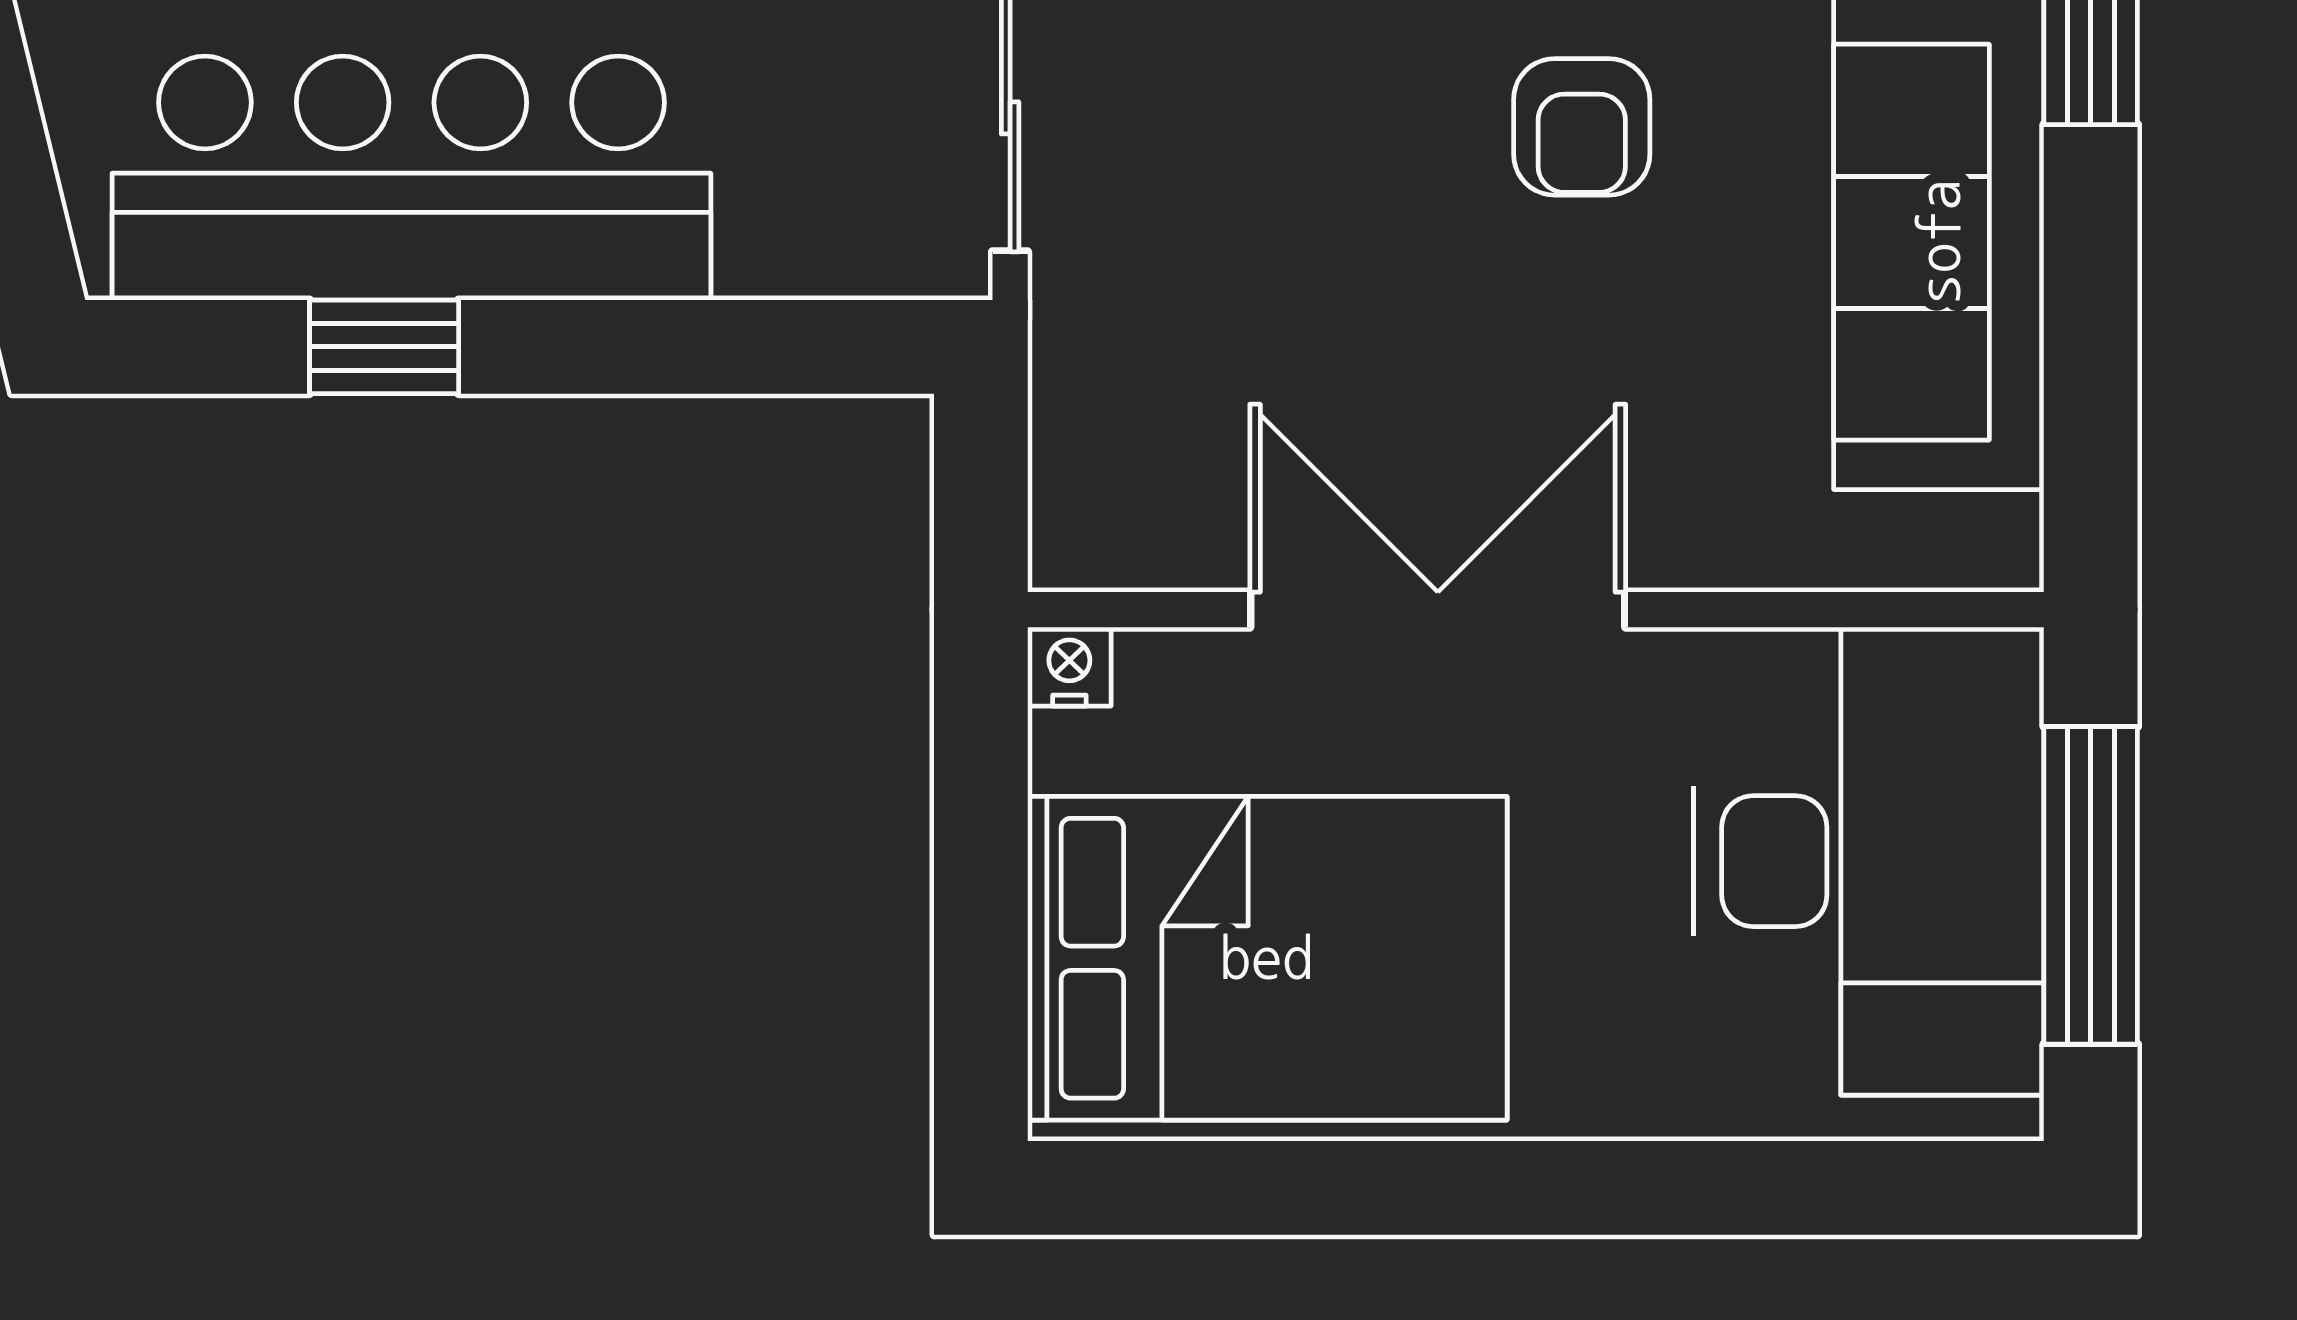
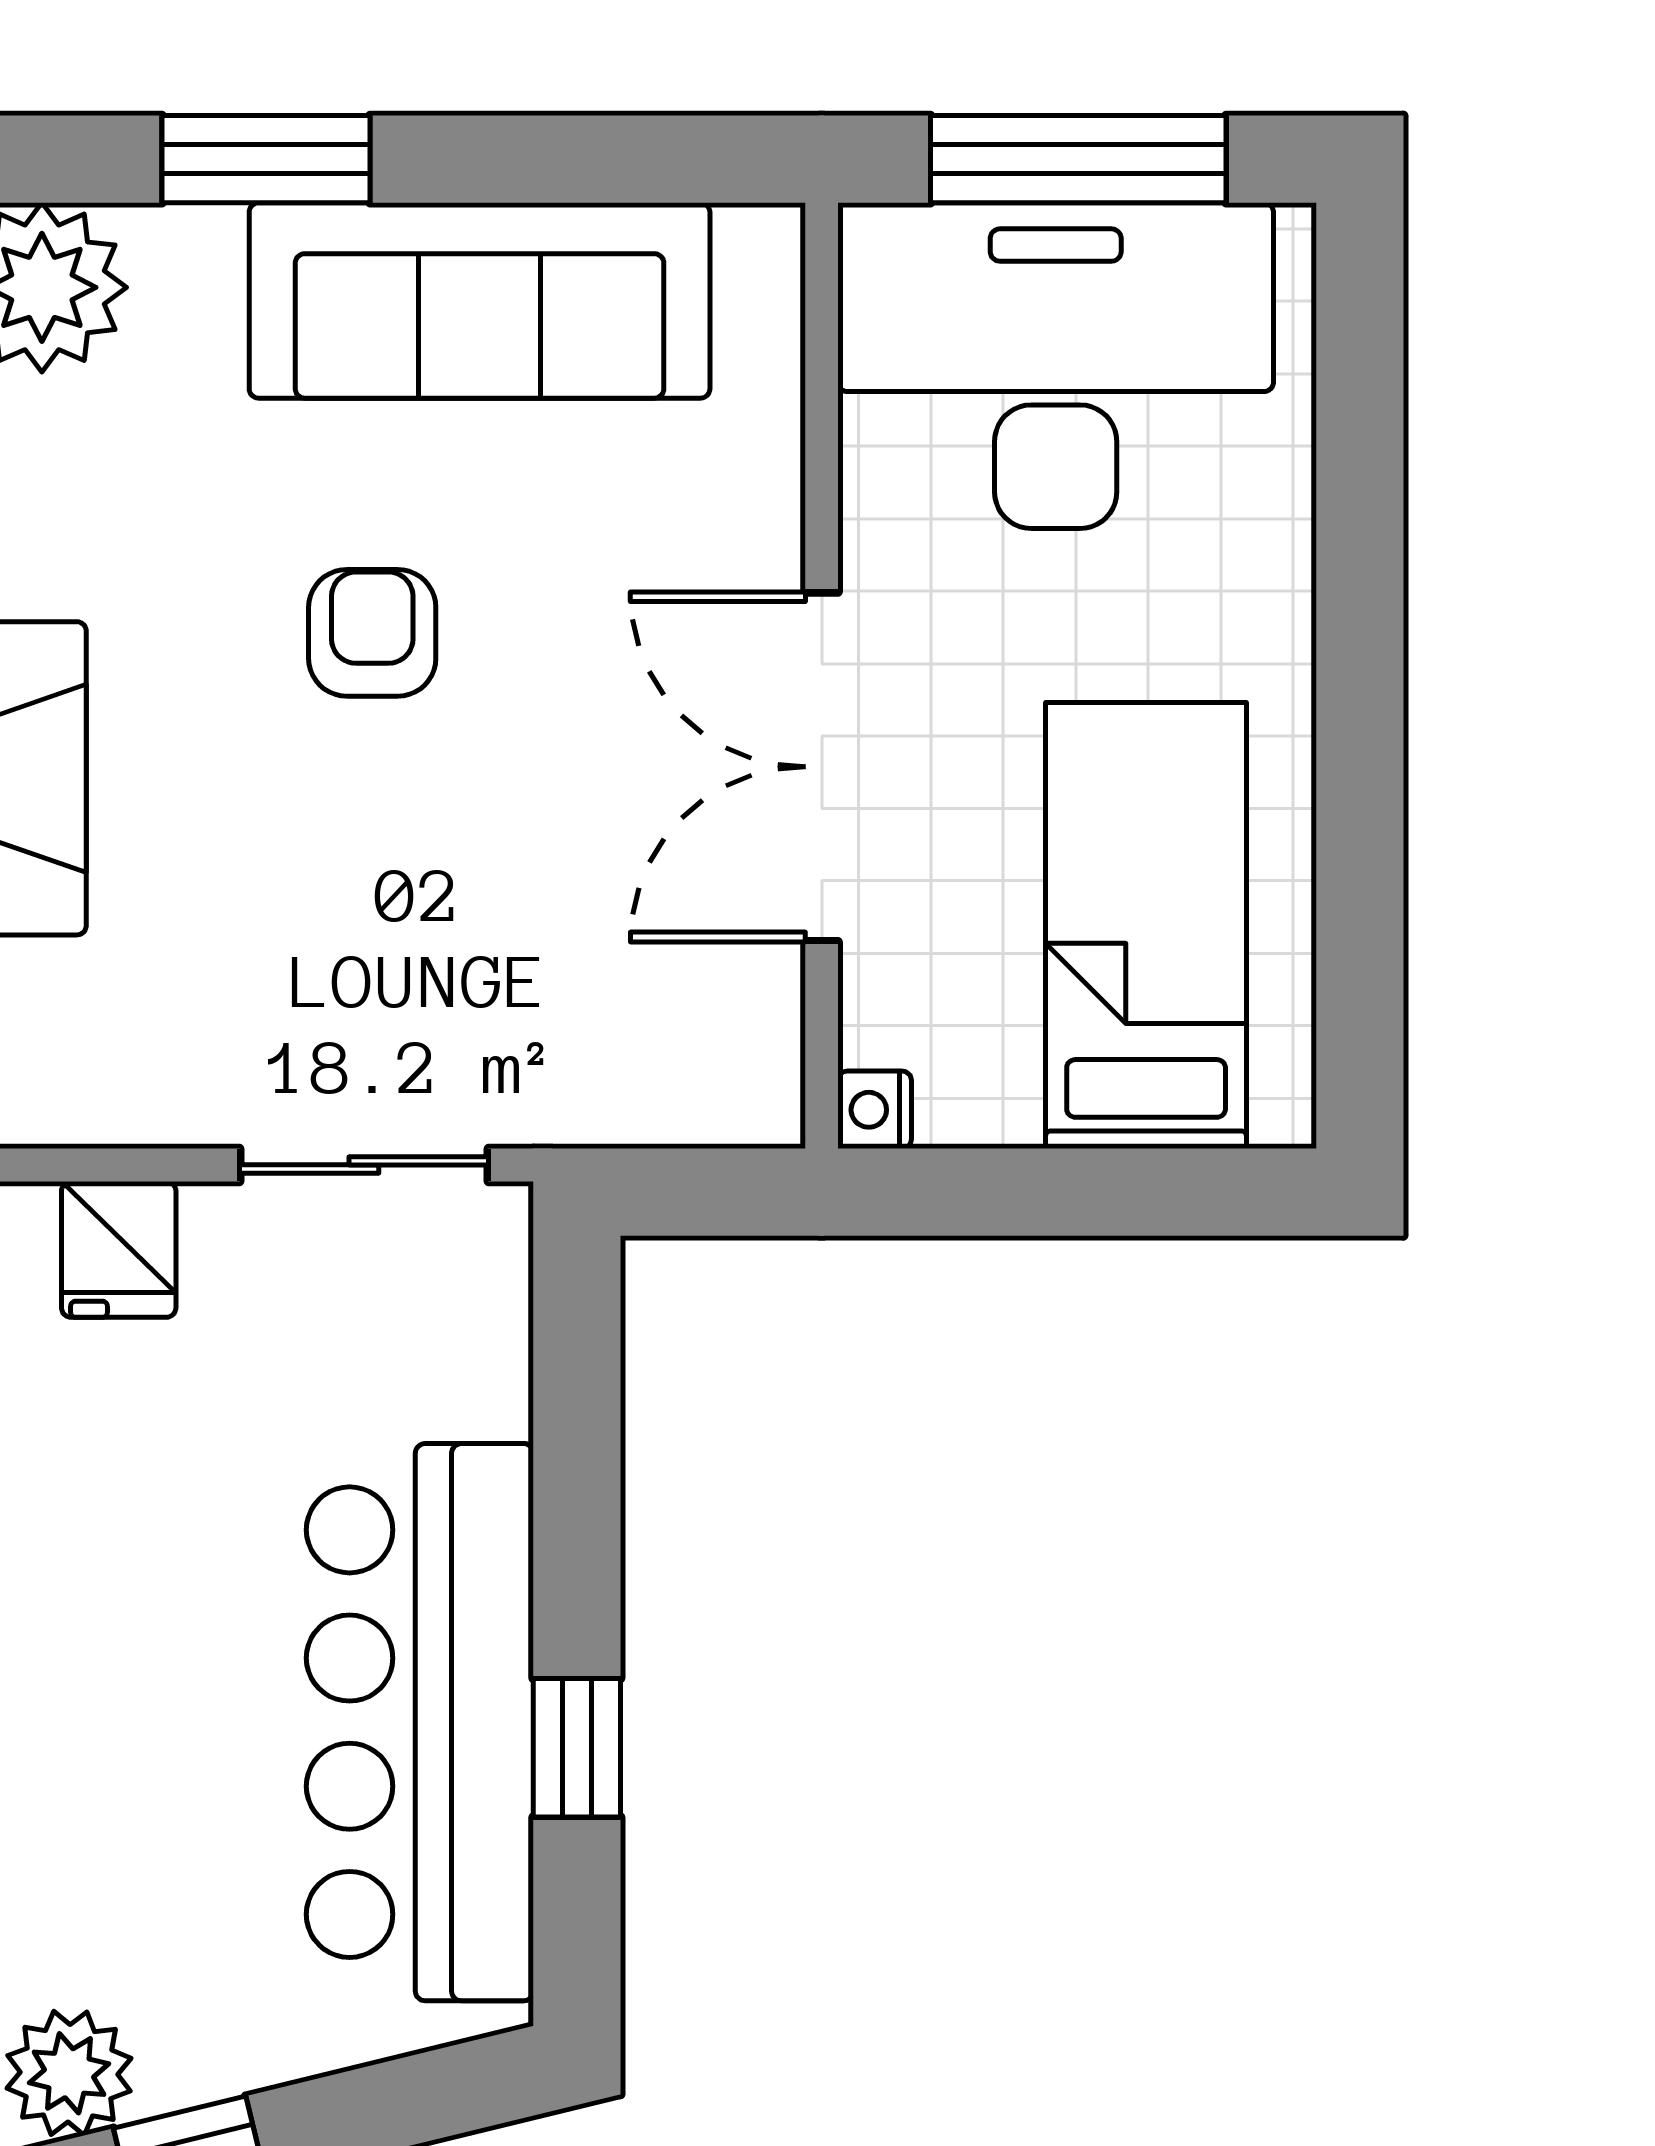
armchair: (1582, 127) -> (372, 633), turned -90
bed: (1267, 958) -> (1146, 926), width x0.67

